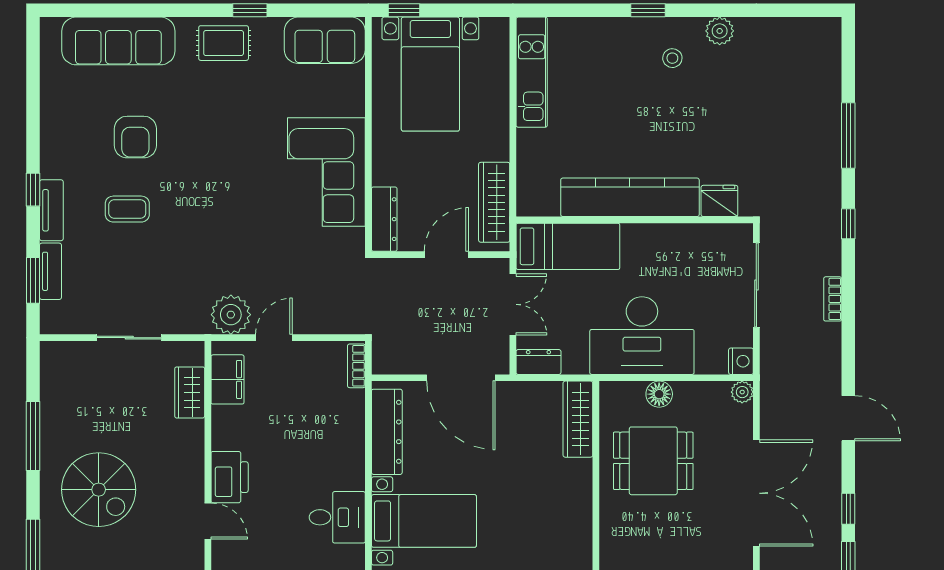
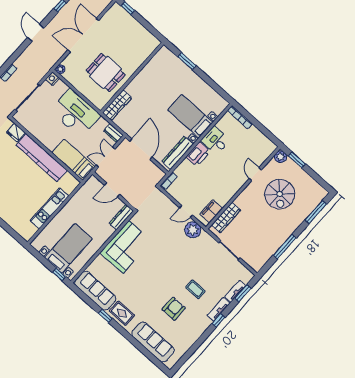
sofa: (325, 40) -> (95, 291), width x1.36
kitchen unit: (532, 72) -> (49, 208), moved
wardrobe: (494, 202) -> (84, 193), removed
wardrobe: (190, 392) -> (226, 218), width x1.50
floor lamp: (659, 394) -> (86, 91), removed
printer: (230, 477) -> (198, 154), moved, turned 180
spiral stairs: (99, 490) -> (280, 194), moved, turned 180

